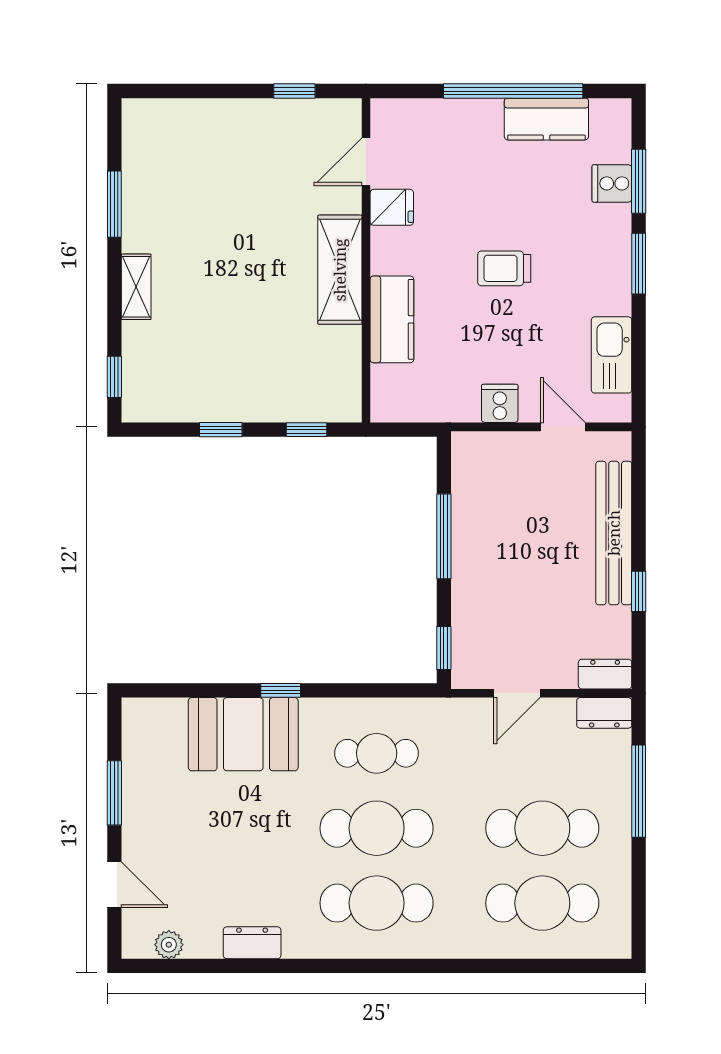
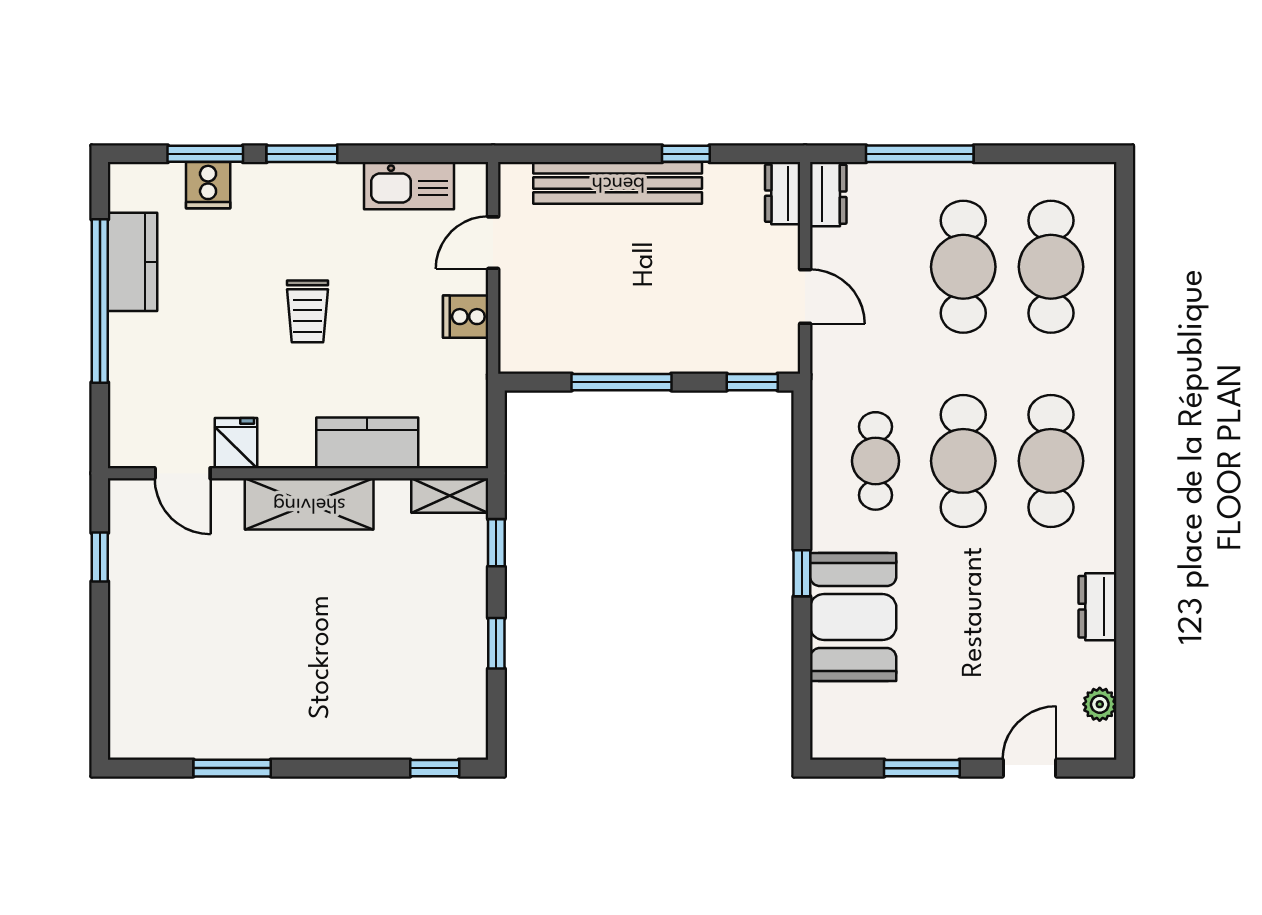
shelving: (136, 287) -> (450, 495), moved

